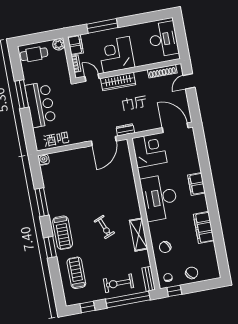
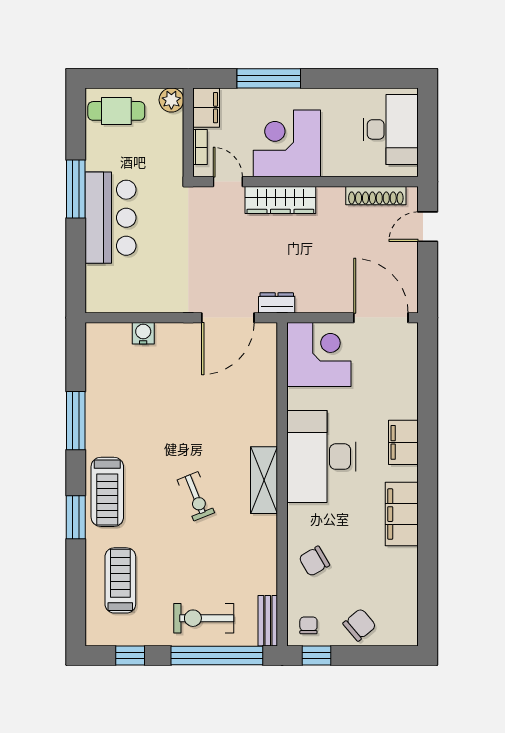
water cooler: (44, 160) -> (143, 333), moved
filing cabinet: (204, 227) -> (402, 514), moved
shelving: (139, 235) -> (264, 480), moved

